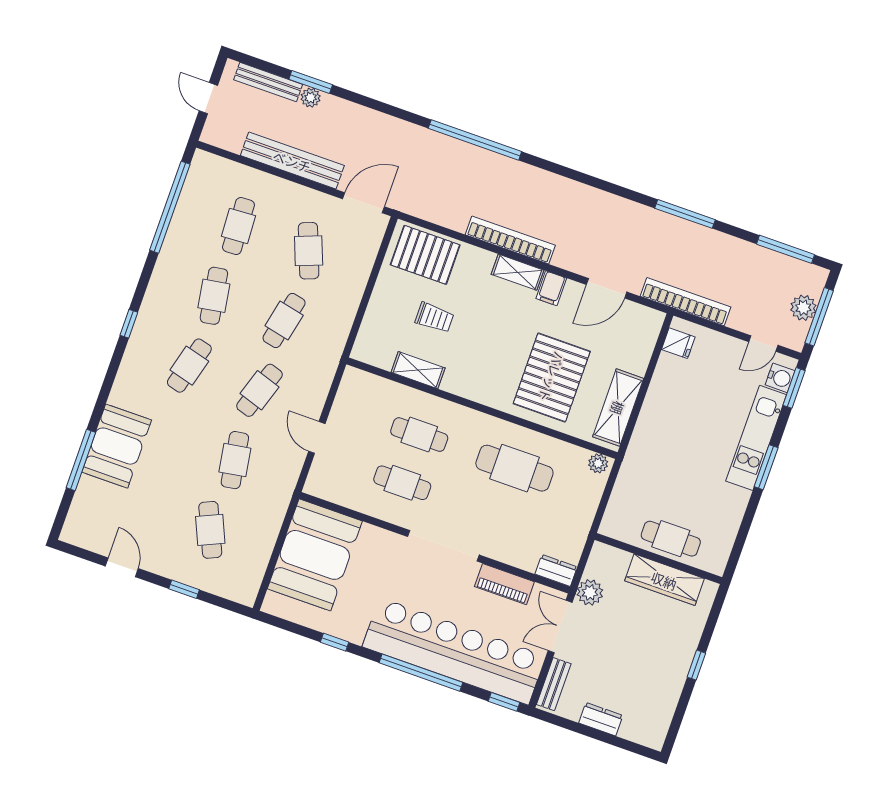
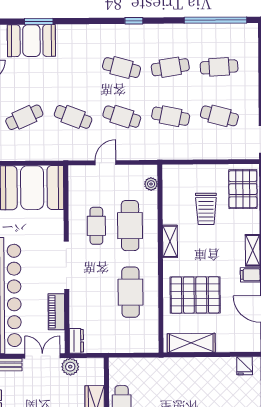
cafe table: (309, 251) -> (219, 116), turned 36
trolley: (434, 318) -> (206, 209), width x1.36, depth x1.39
shelving: (418, 370) -> (170, 241), moved
cafe table: (419, 435) -> (130, 226), width x1.37, depth x1.35
booth: (117, 446) -> (31, 41), moved
window: (81, 460) -> (39, 21), width x0.69
cafe table: (235, 460) -> (73, 117), turned 30
plant: (598, 463) -> (151, 184), moved

